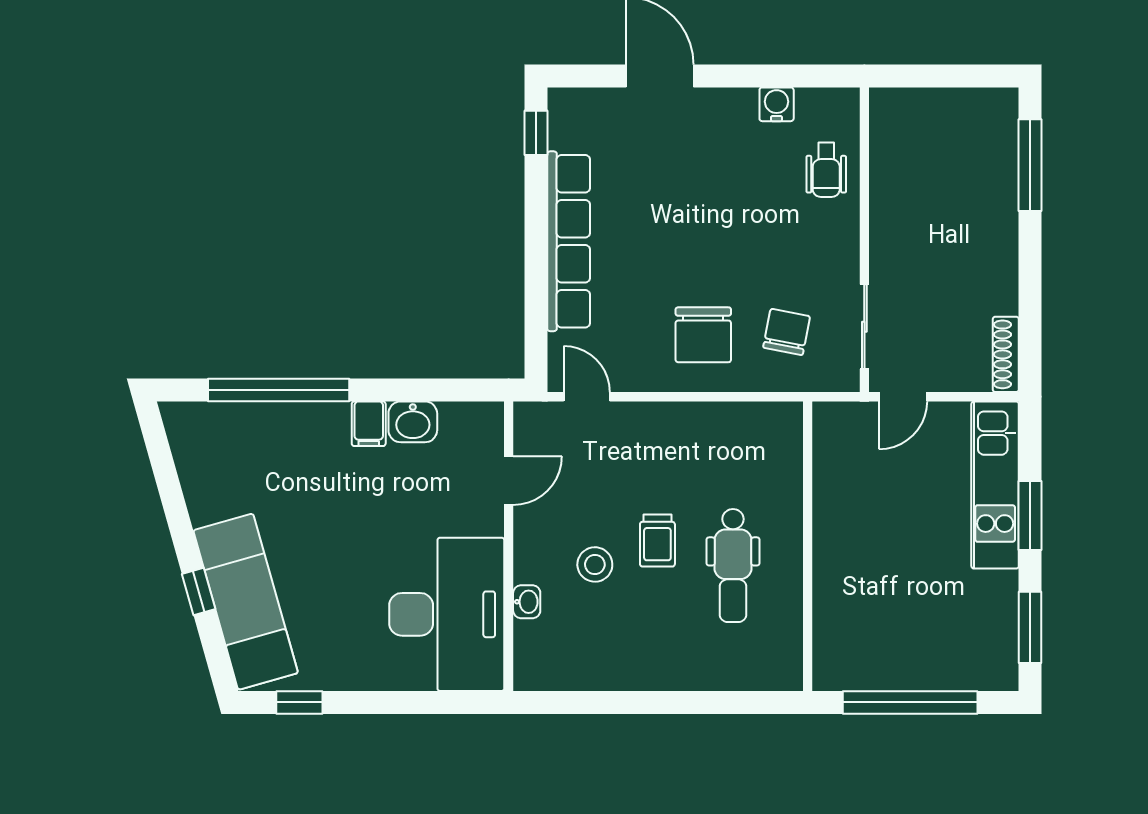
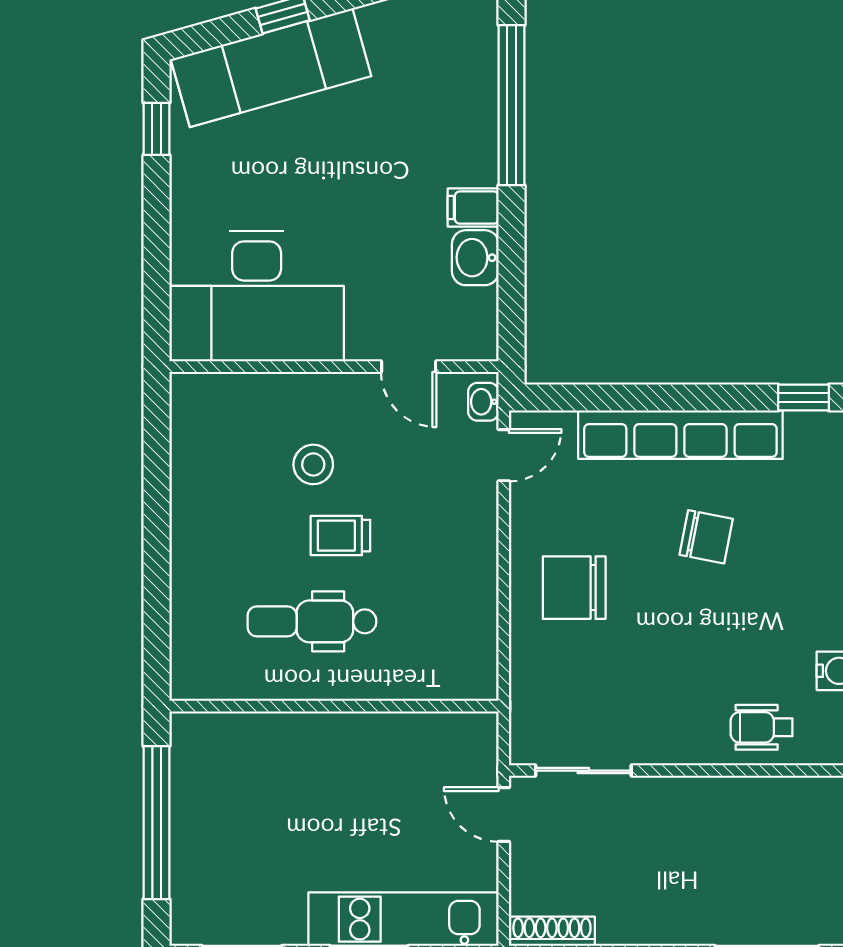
chair: (787, 332) -> (706, 537), moved
washbasin: (527, 602) -> (483, 402), moved, turned 90

